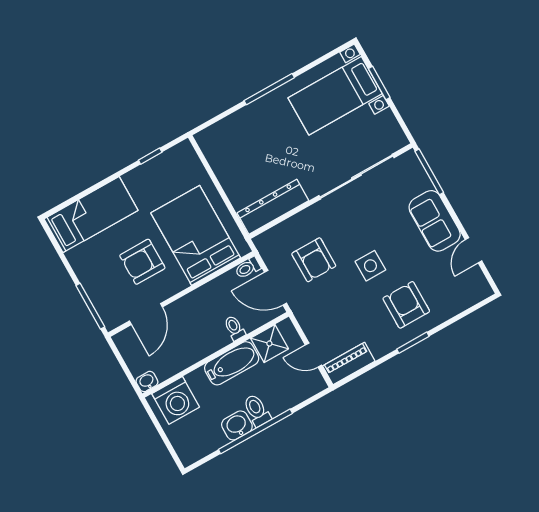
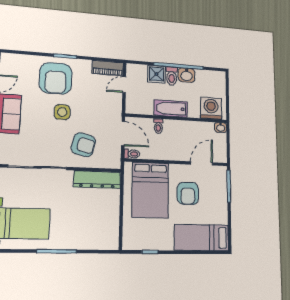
armchair: (314, 260) -> (83, 145), moved, turned 103
armchair: (142, 262) -> (188, 193), turned 90
armchair: (406, 305) -> (56, 78), width x1.36, depth x1.36
shower: (269, 344) -> (156, 74), moved
door: (313, 355) -> (124, 85), swing flipped

